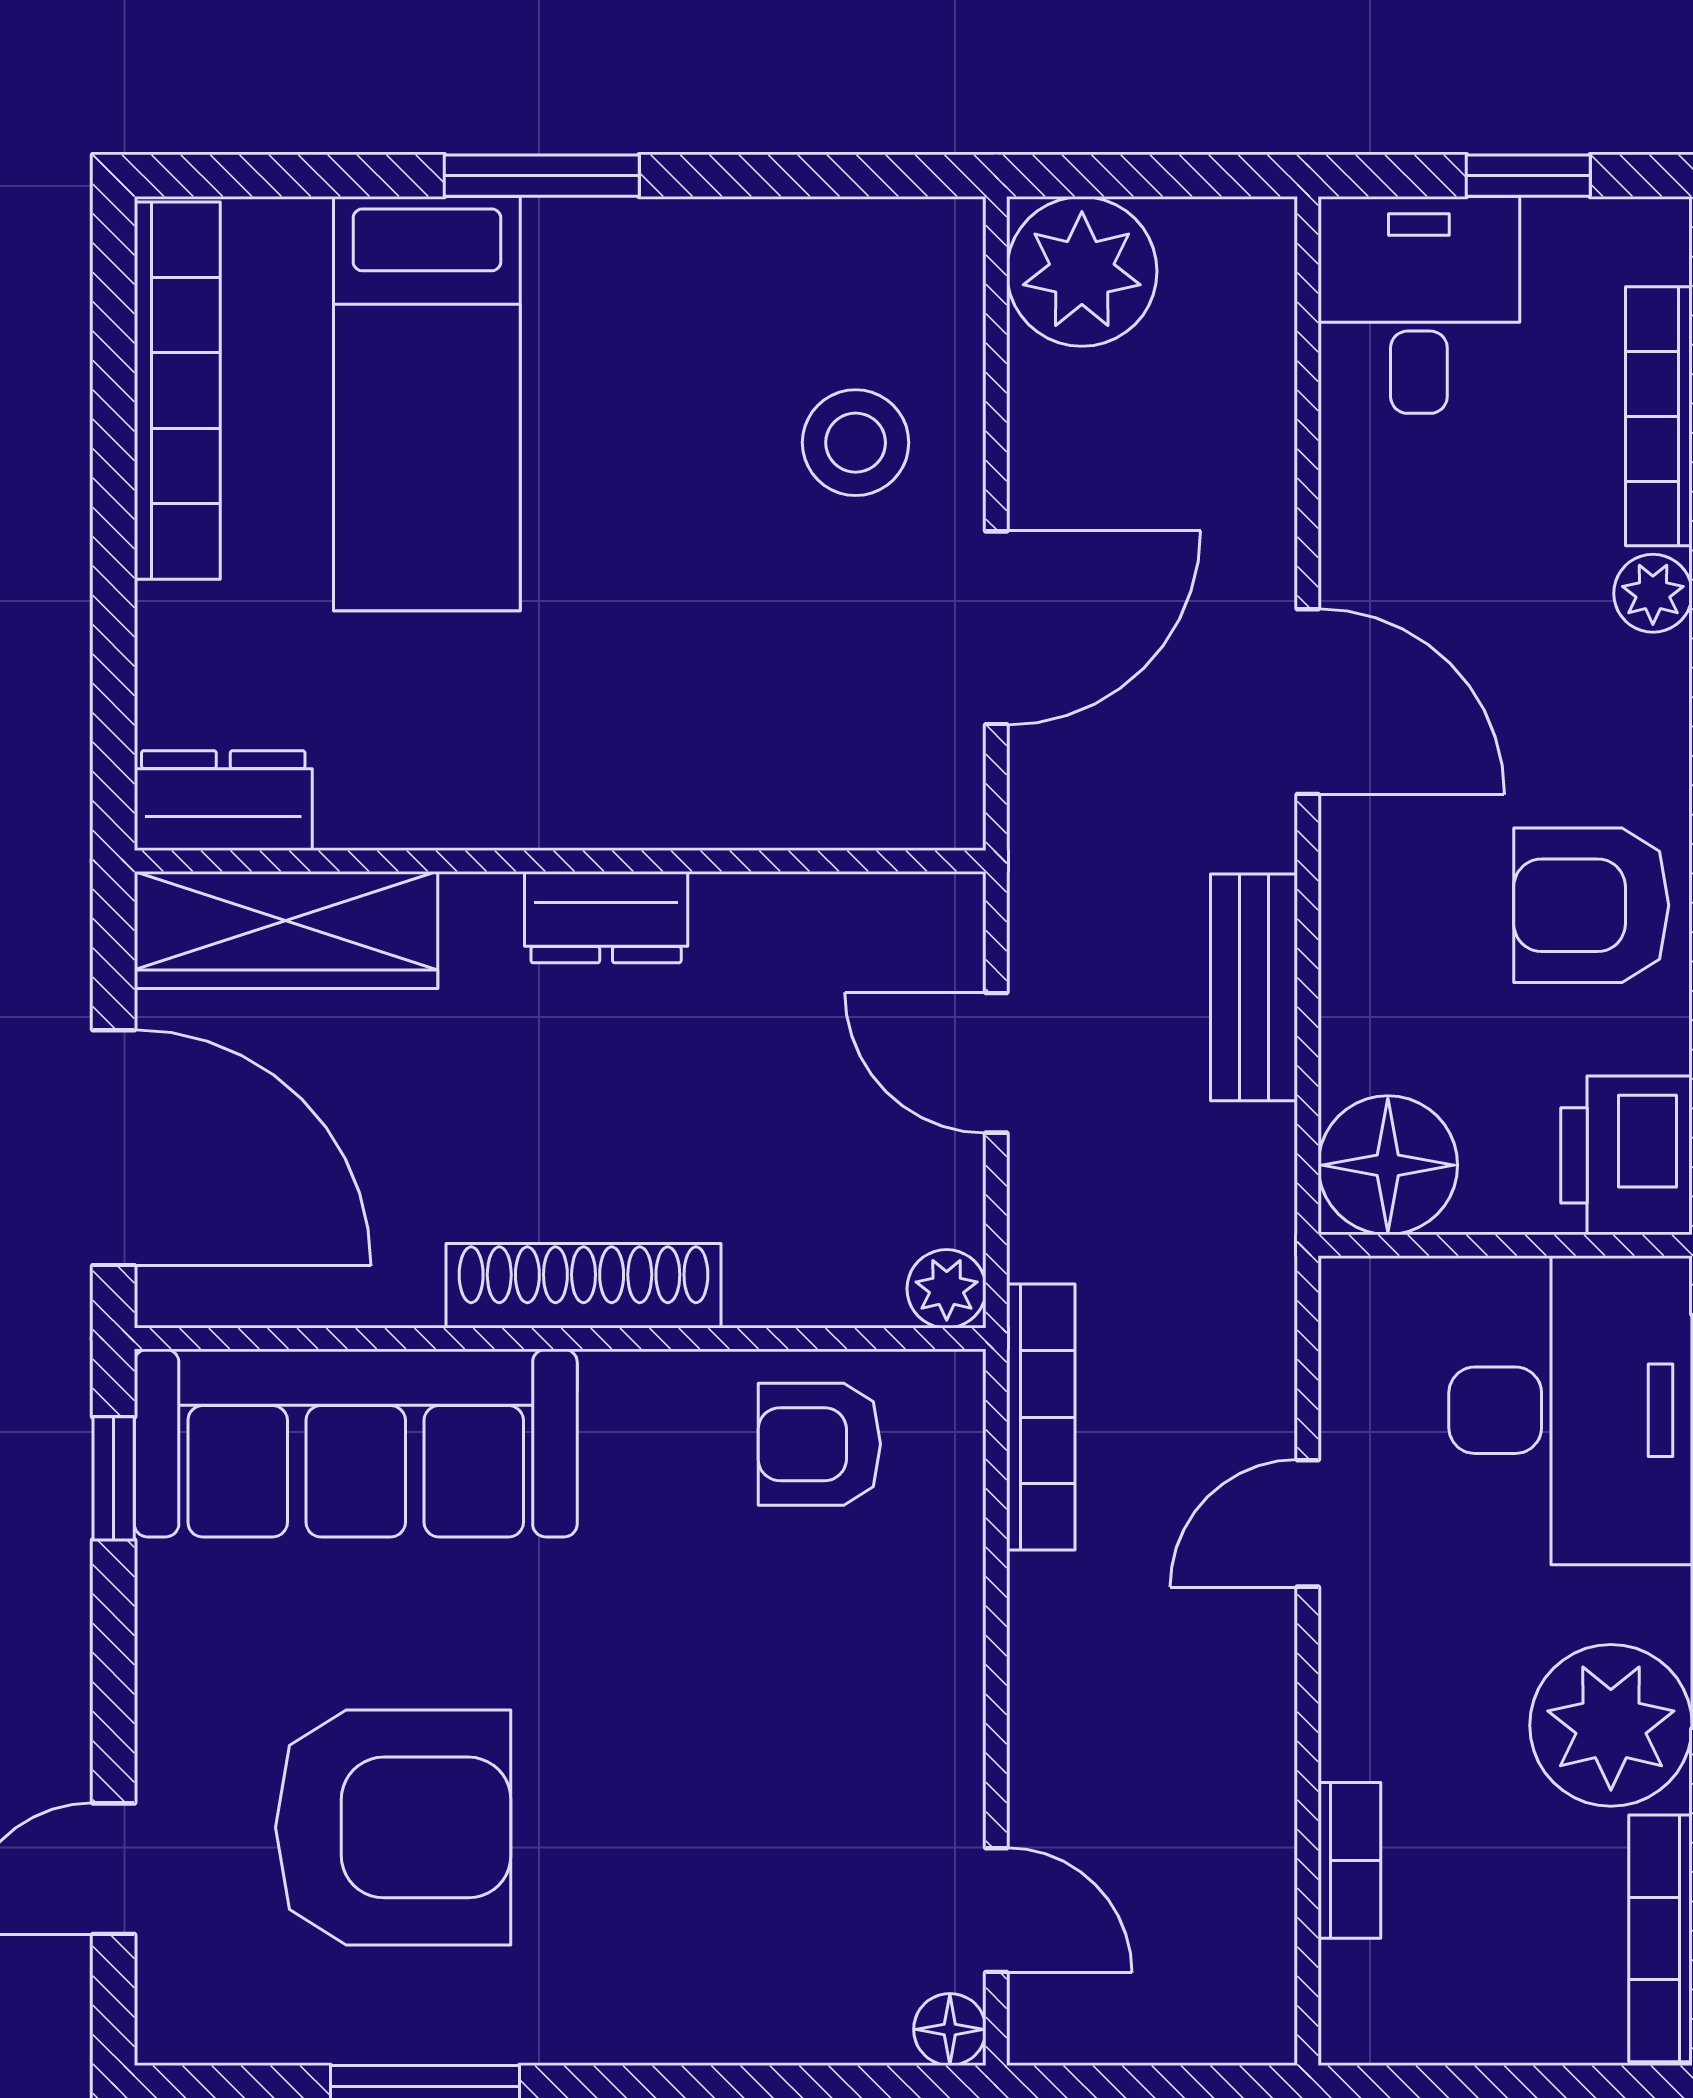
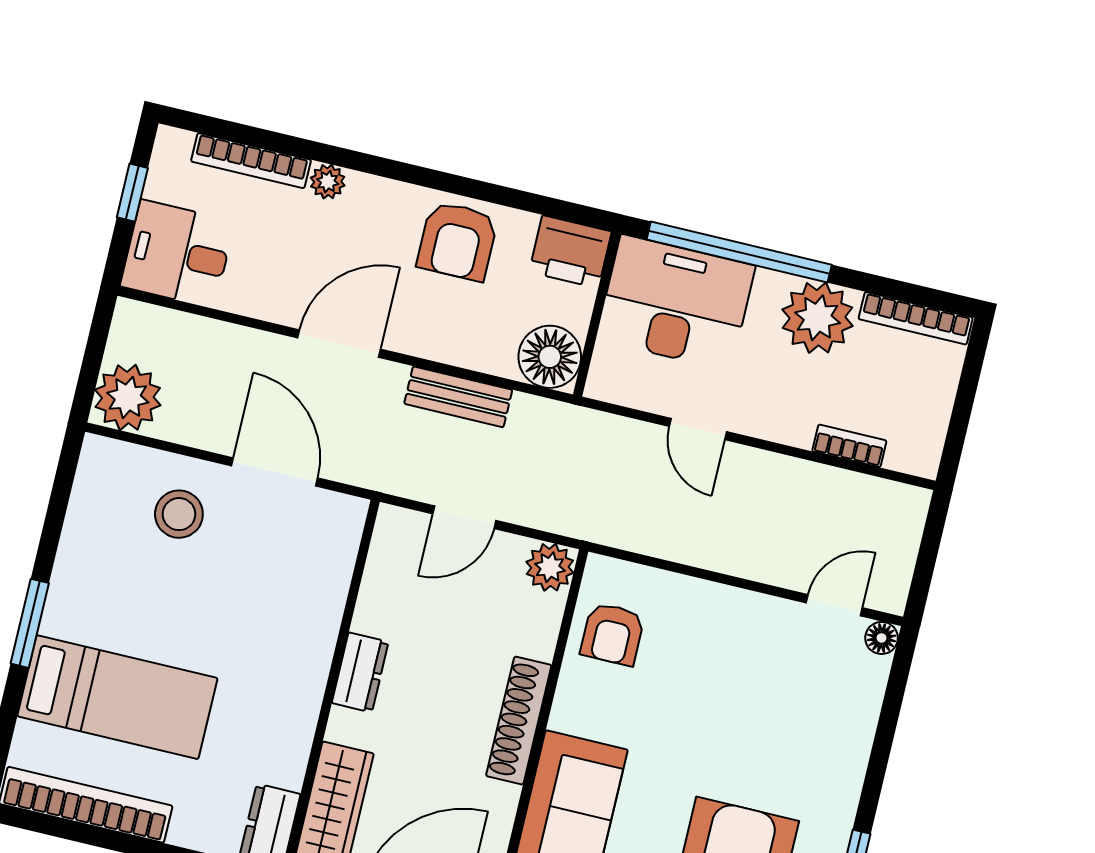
plant: (947, 1289) -> (550, 567), width x1.38, depth x1.38
bookcase: (1041, 1417) -> (624, 535), removed

